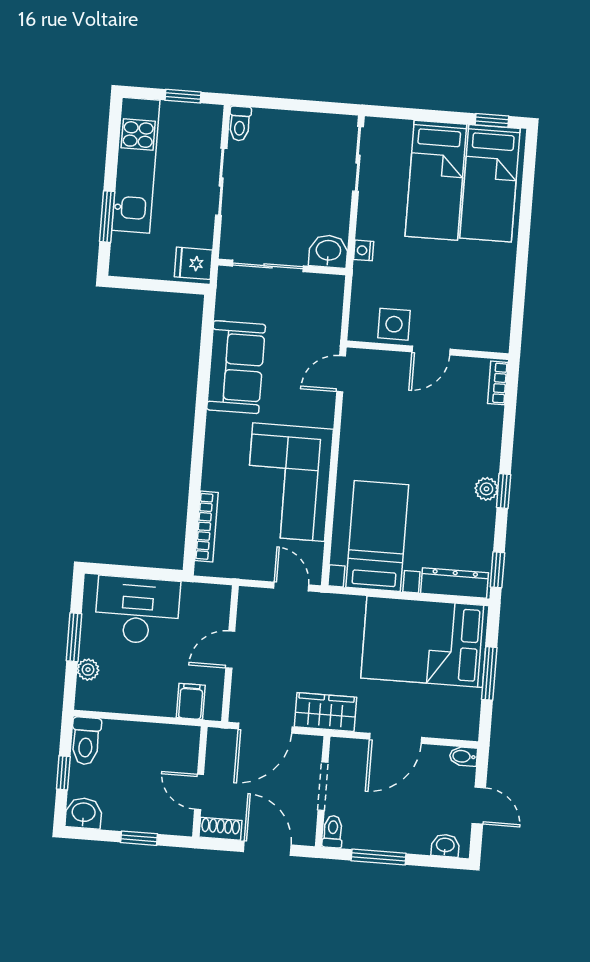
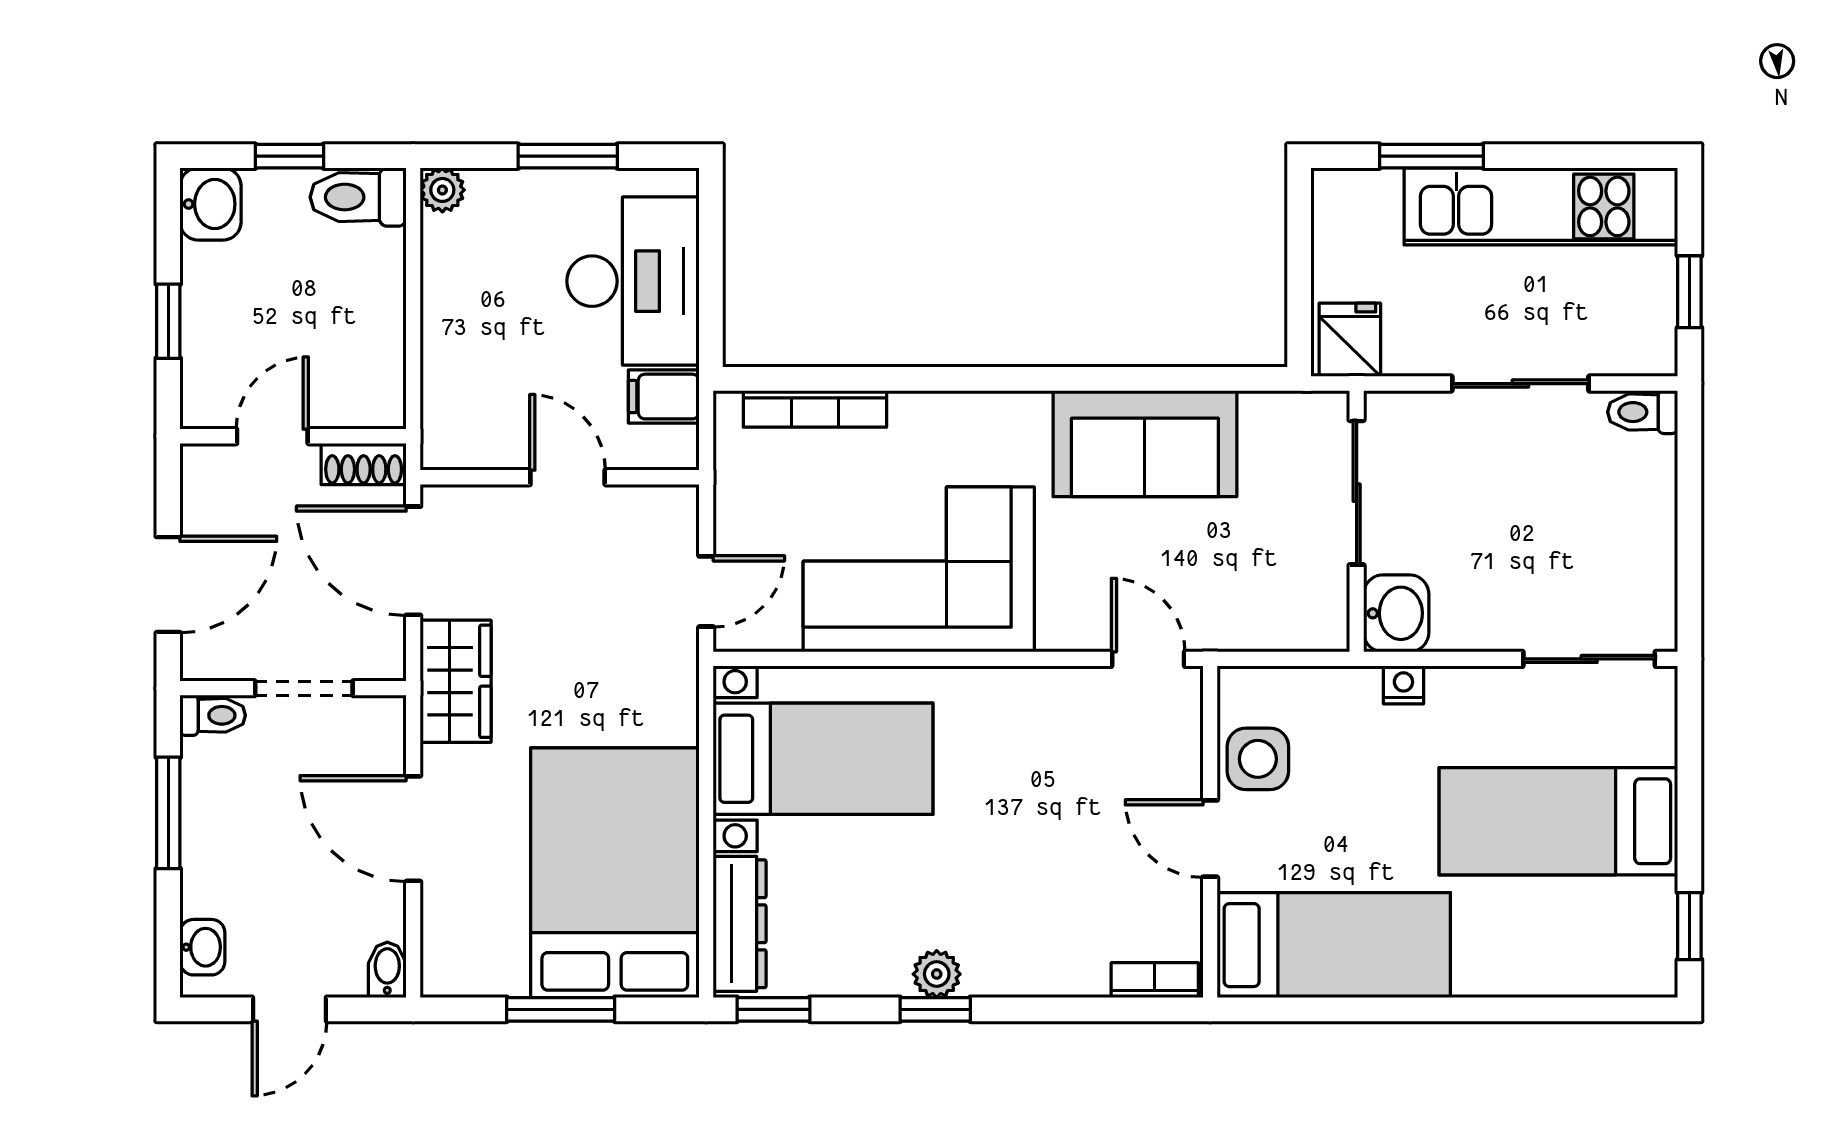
bed: (490, 183) -> (1334, 945), moved, turned 180
plant: (88, 670) -> (442, 190), moved
filing cabinet: (191, 701) -> (664, 397), moved, turned 180
shoe rack: (220, 829) -> (364, 464), moved, turned 90

